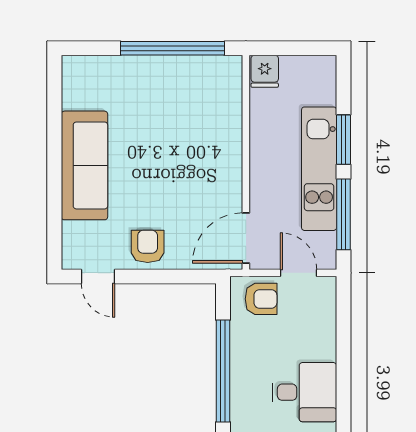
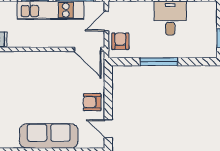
door: (98, 276) -> (108, 129), swing flipped
window: (223, 371) -> (159, 62), width x0.68

